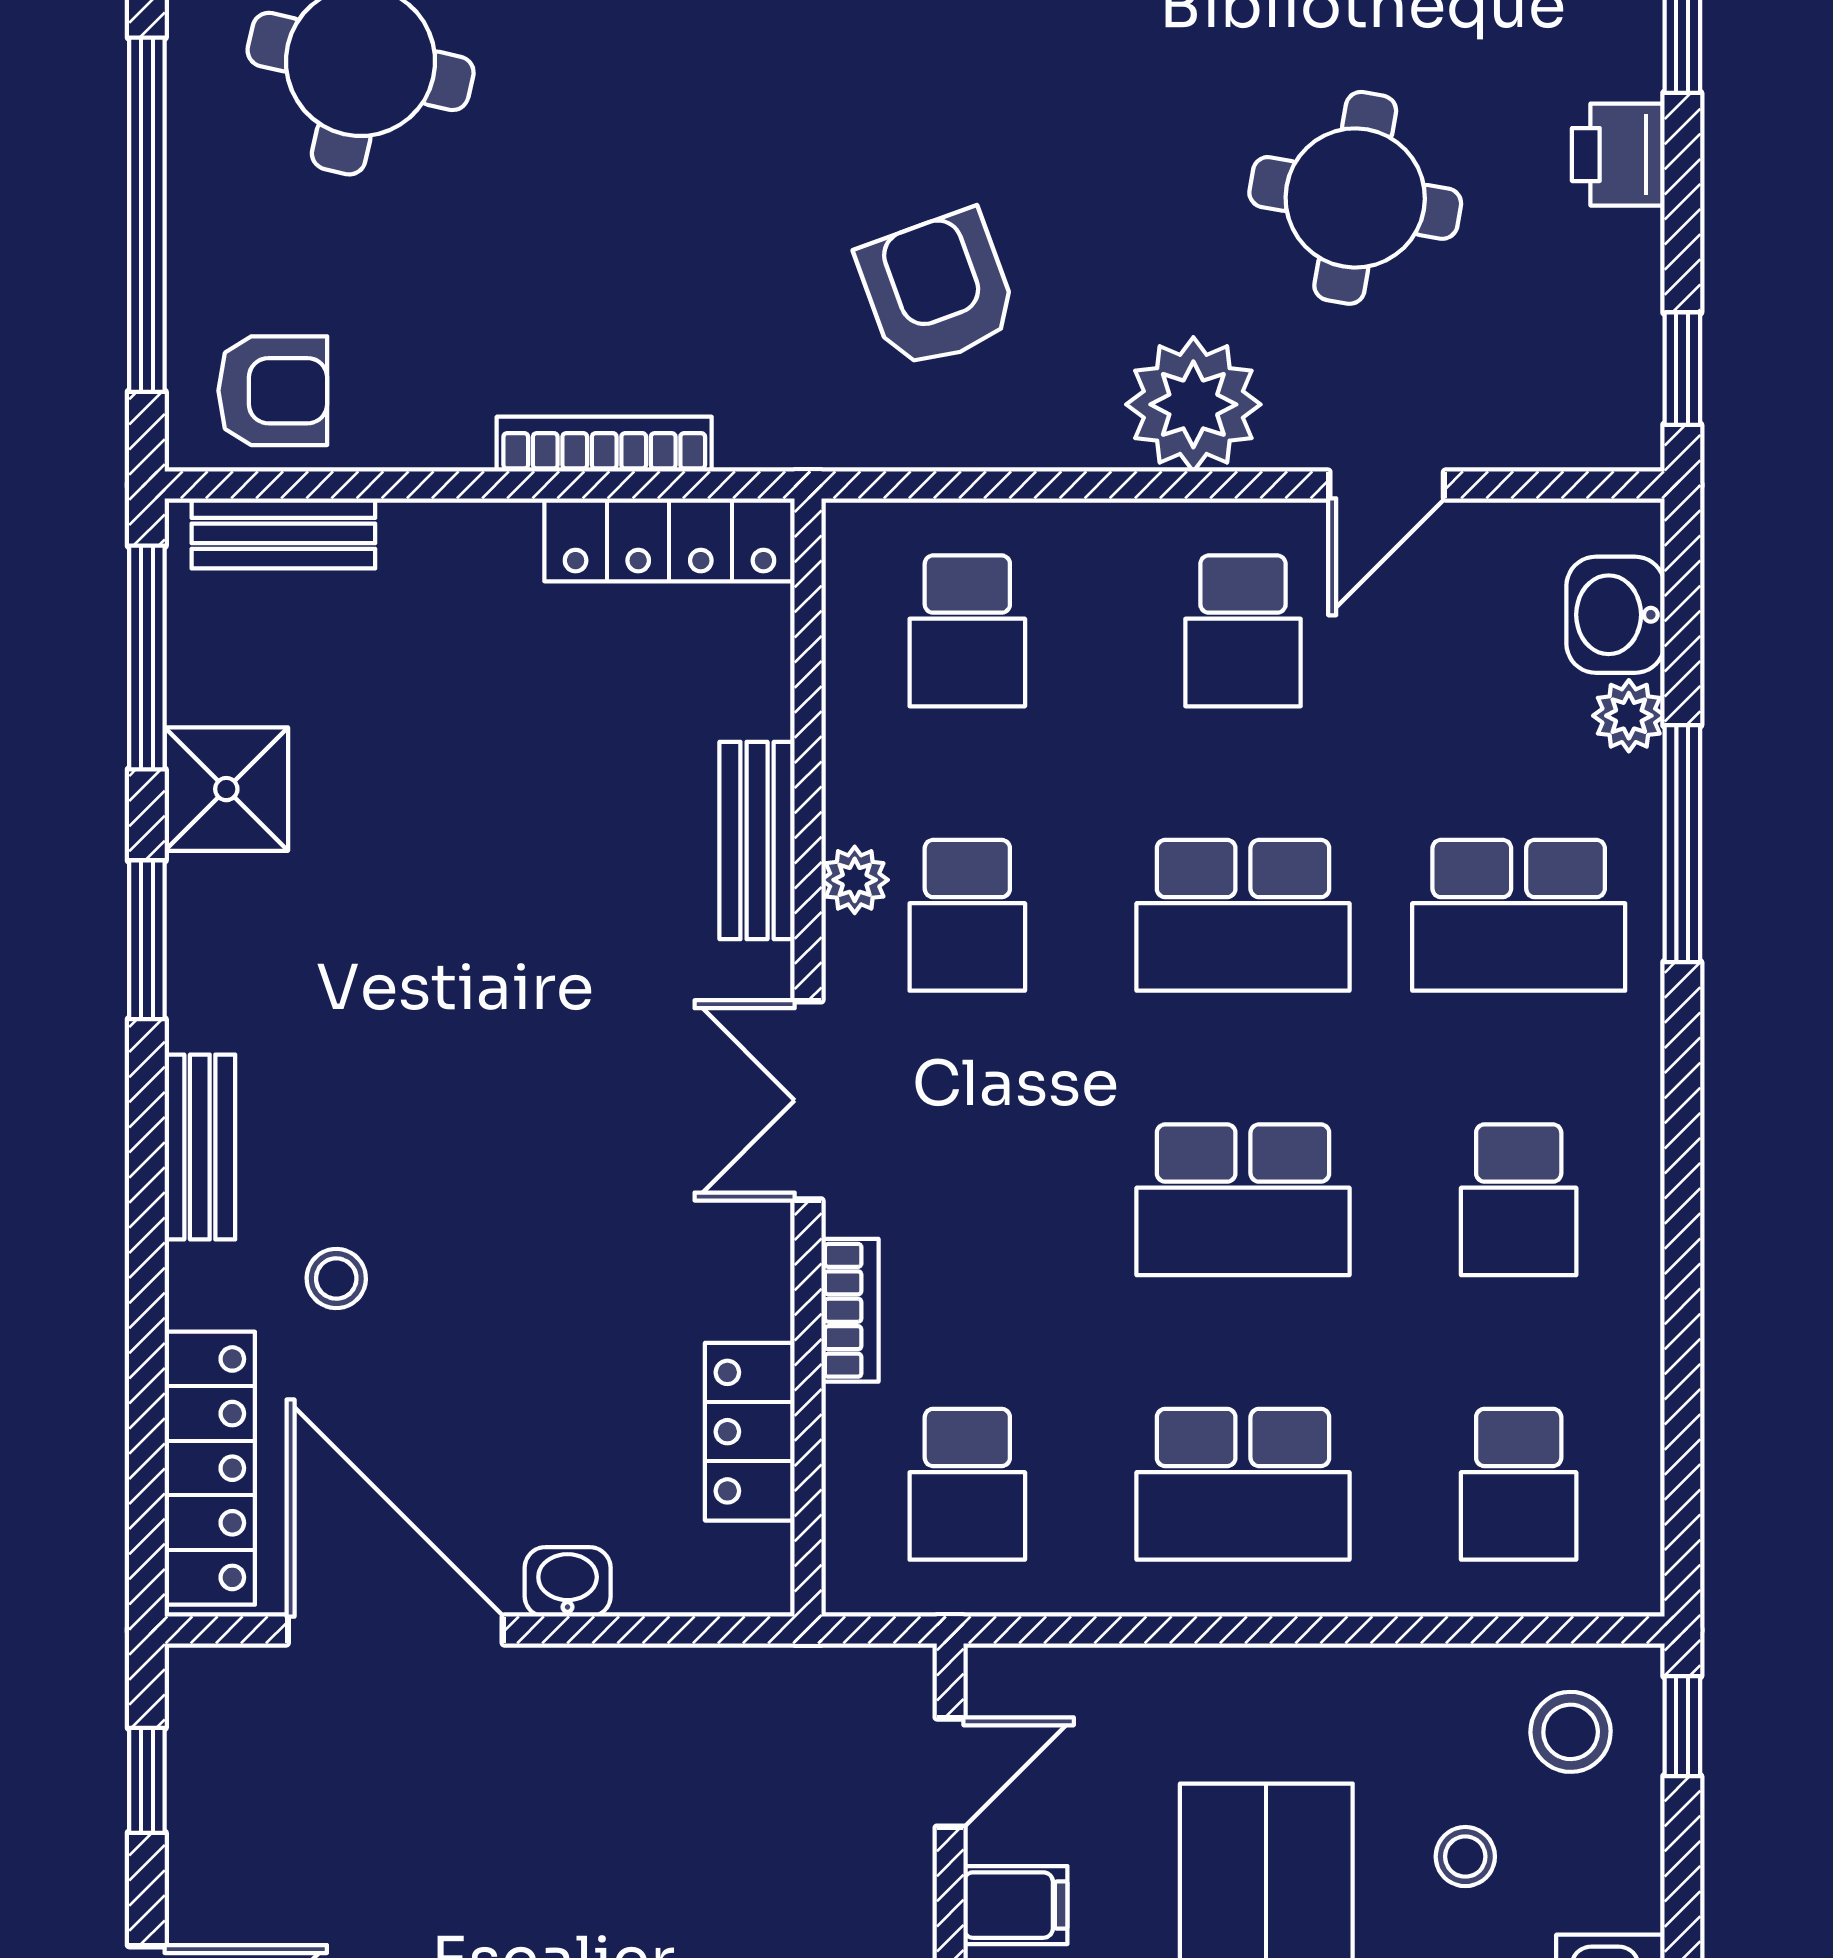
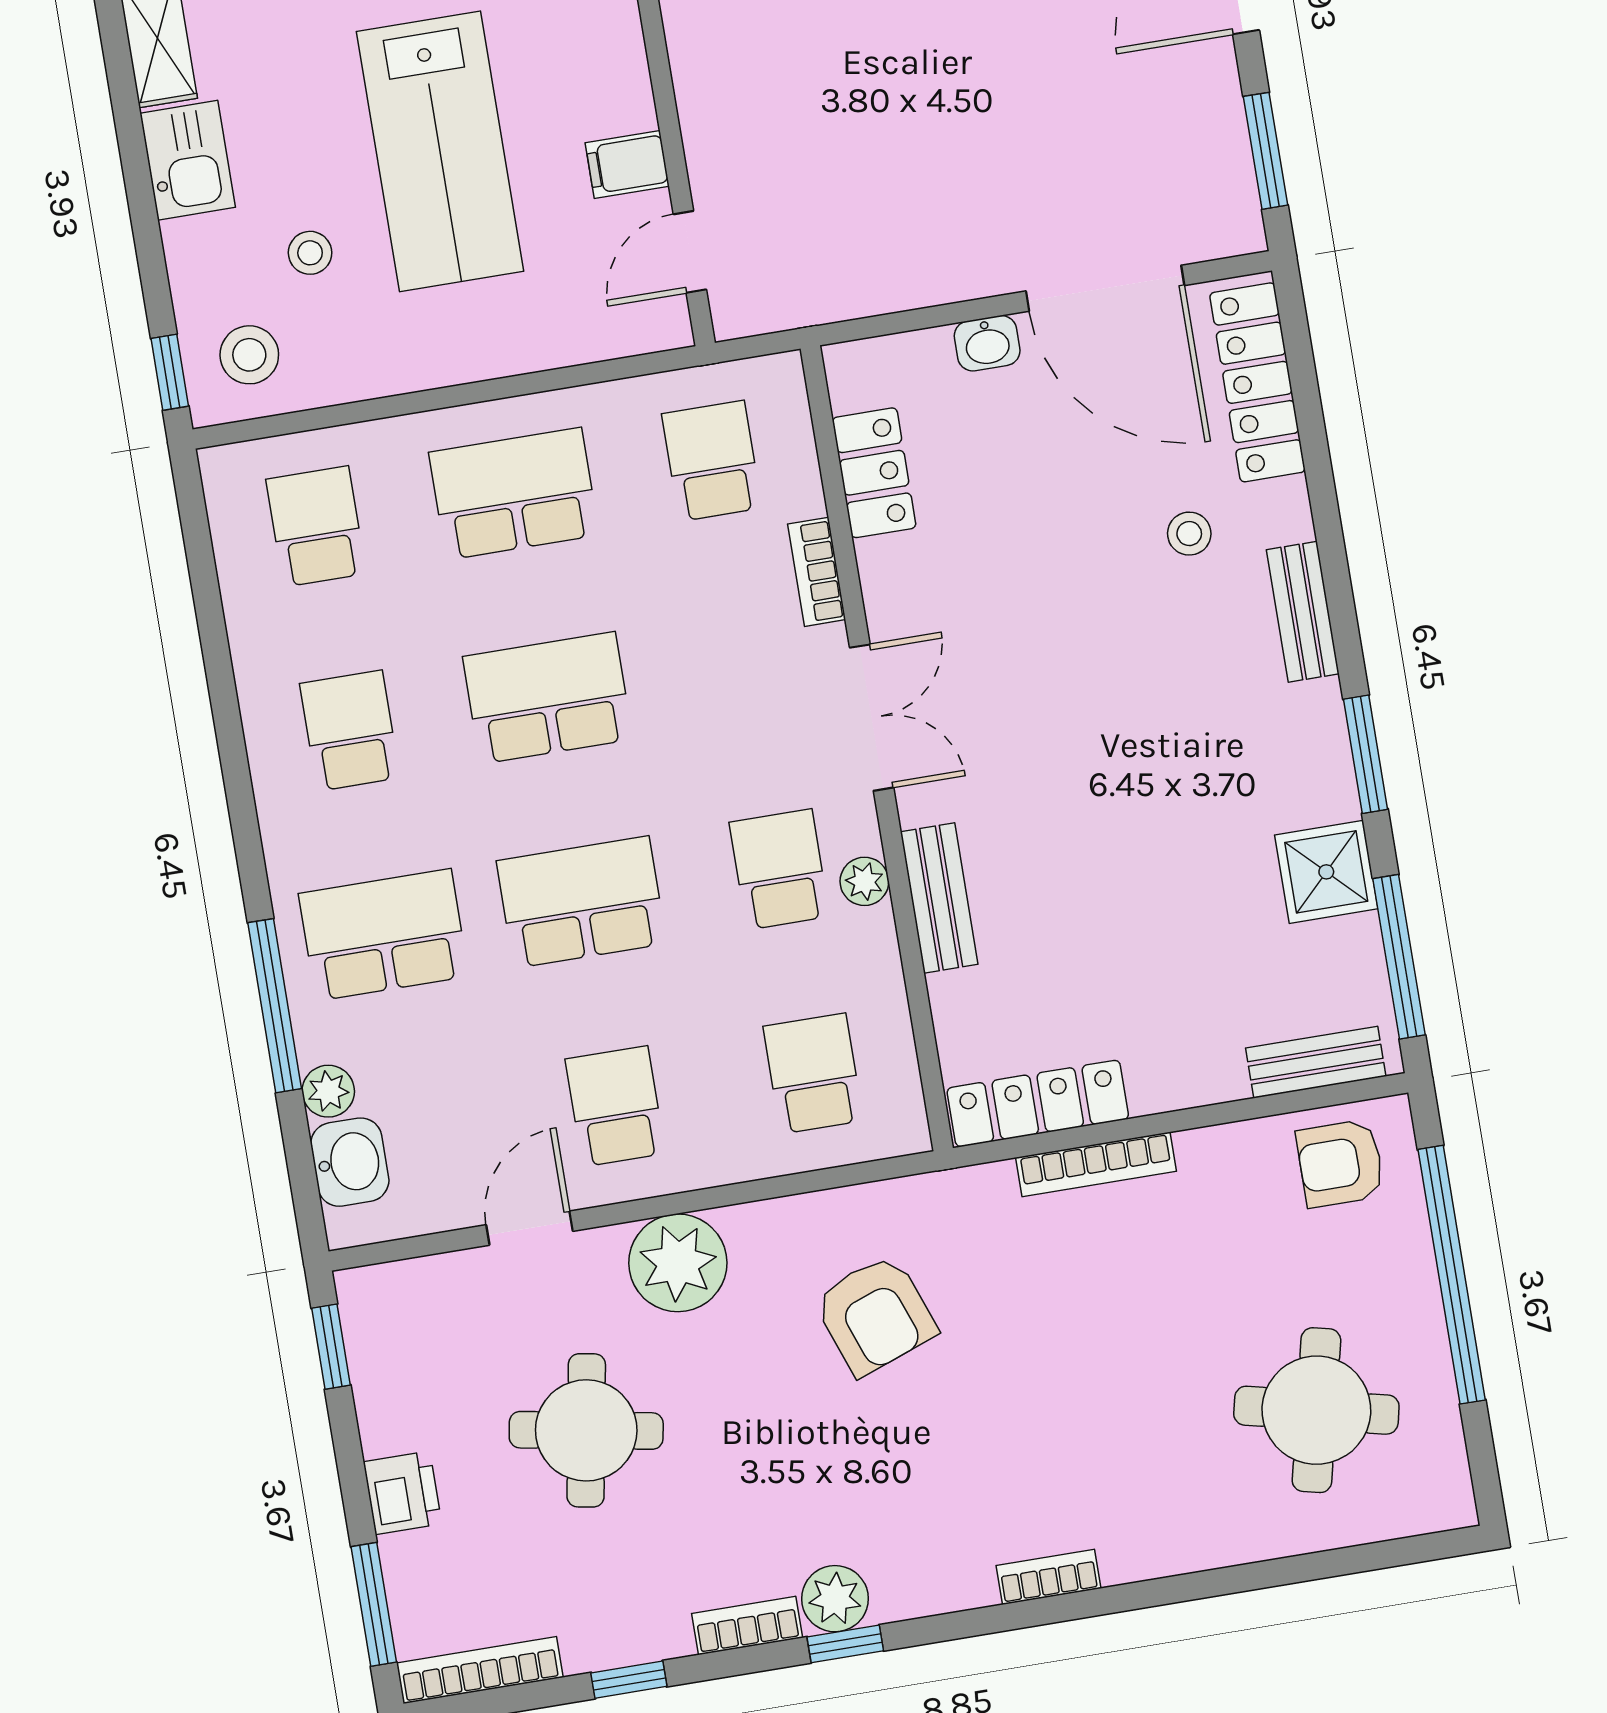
window: (147, 1780) -> (1266, 151), width x1.50

